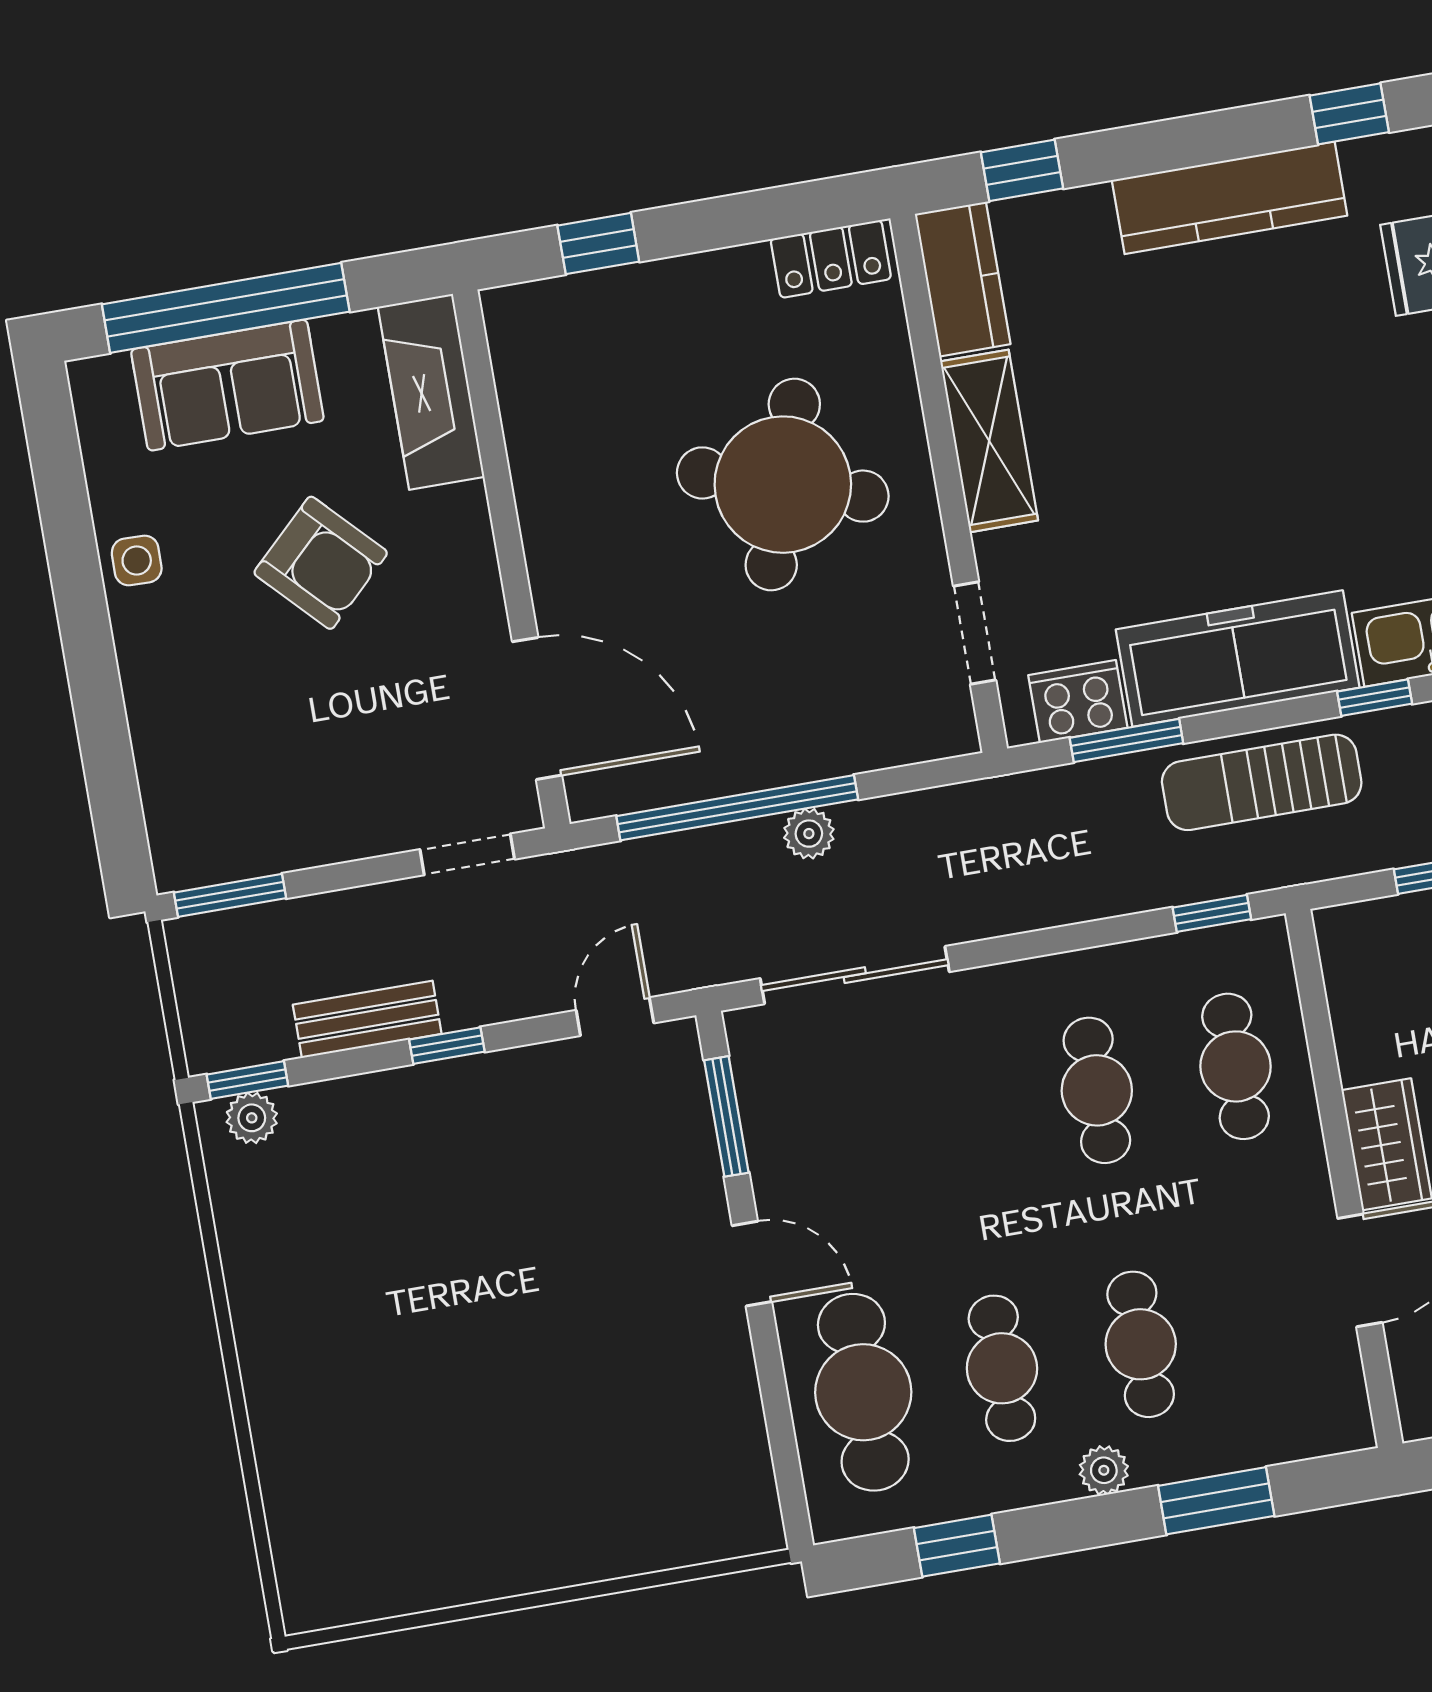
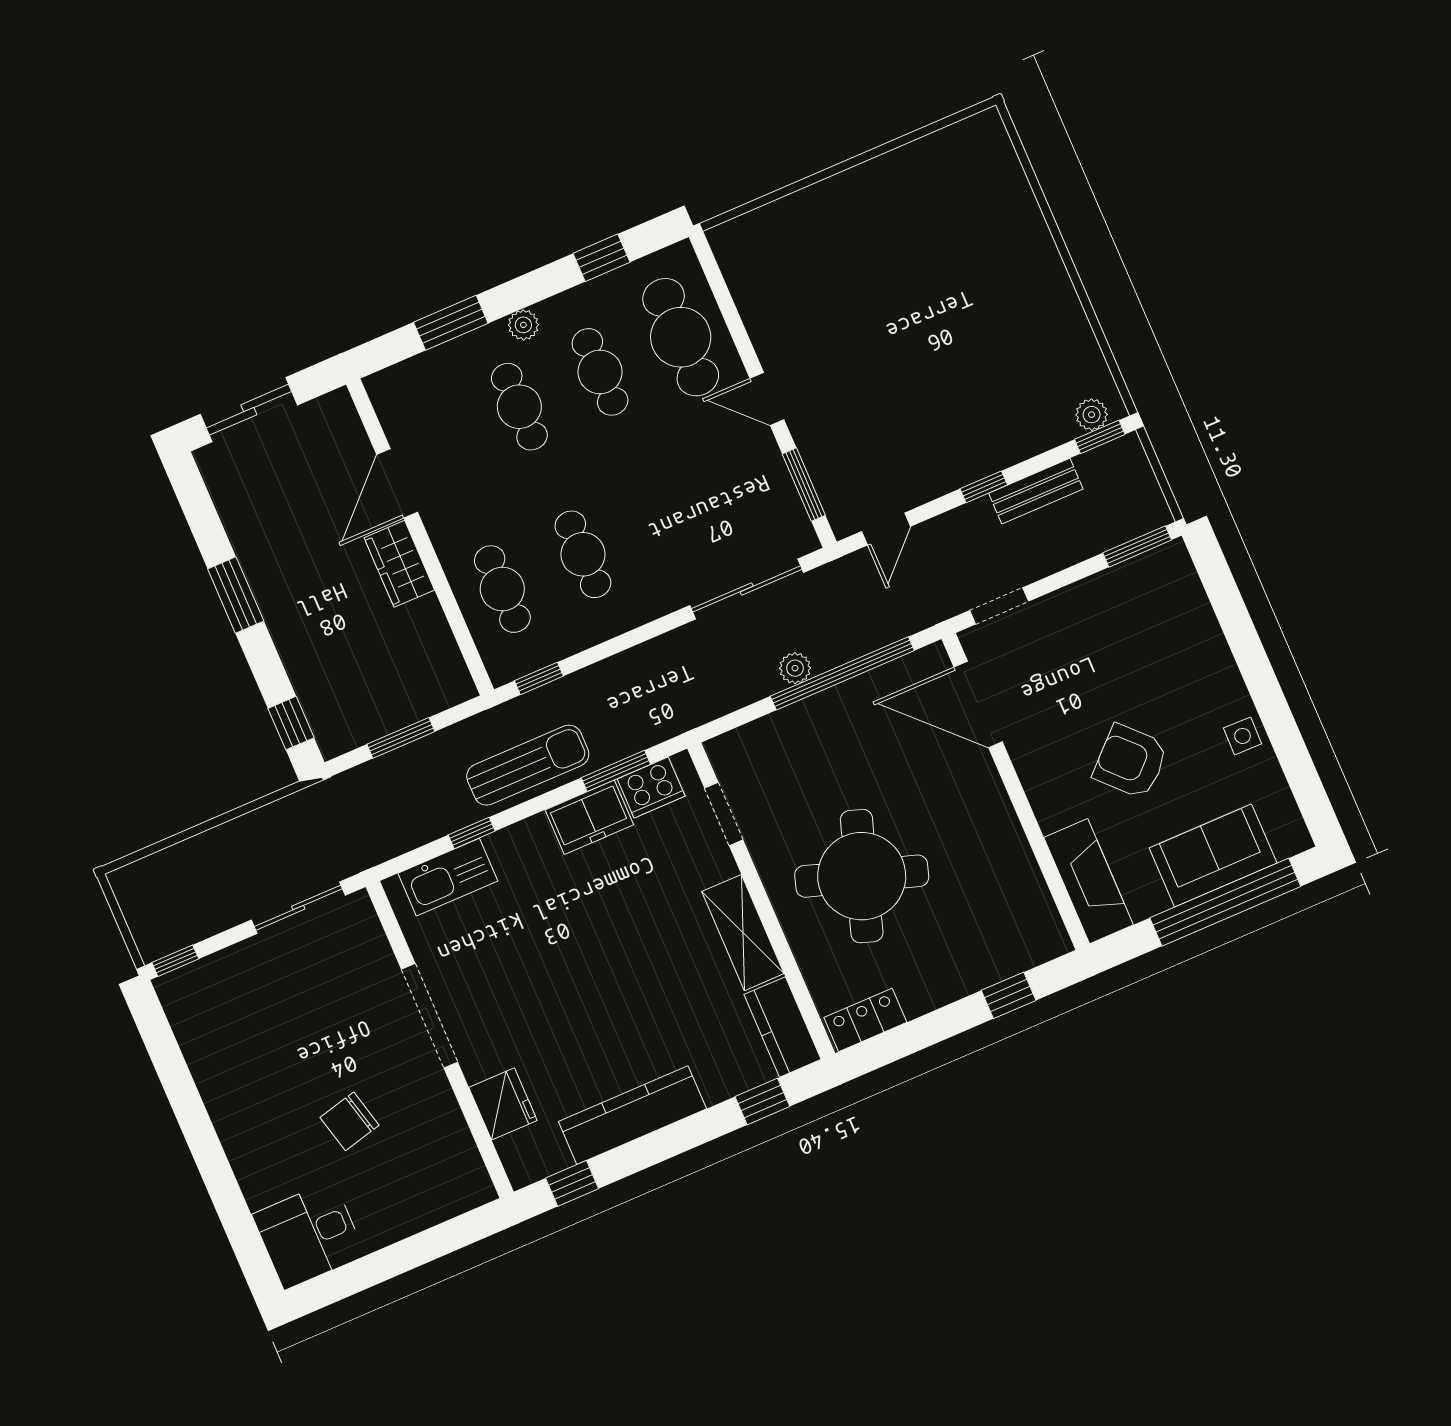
freezer: (1238, 659) -> (589, 817), width x0.52, depth x0.79

